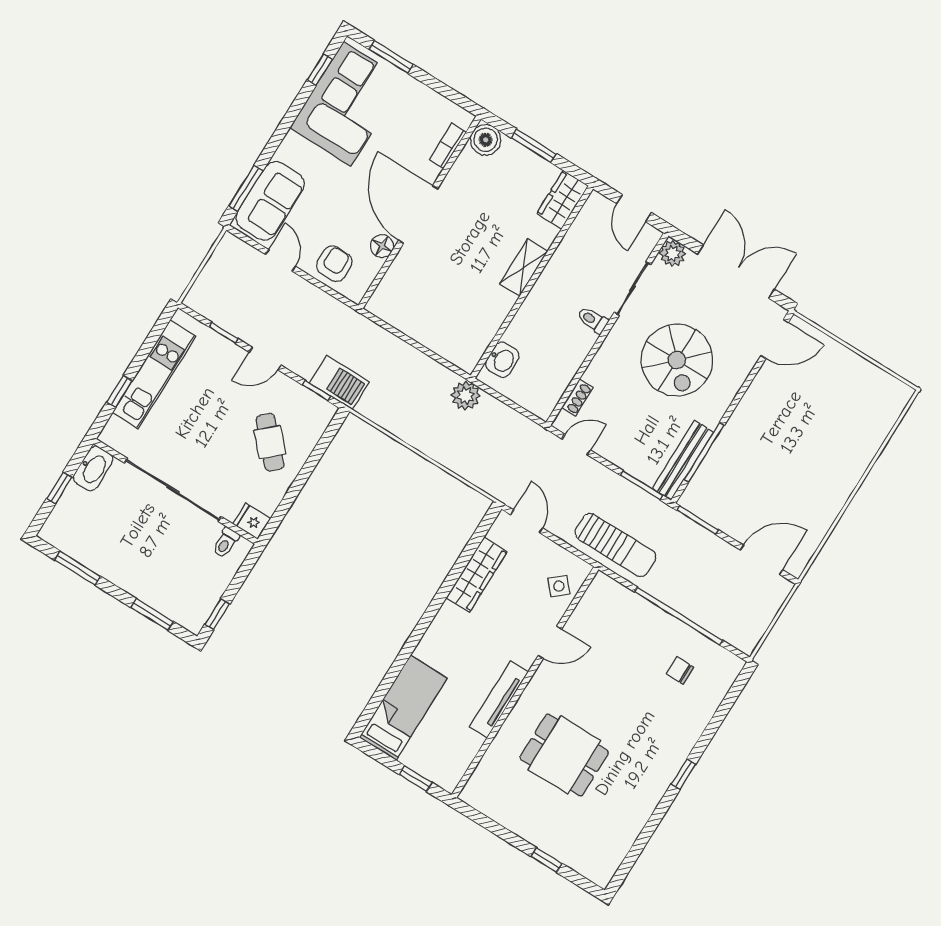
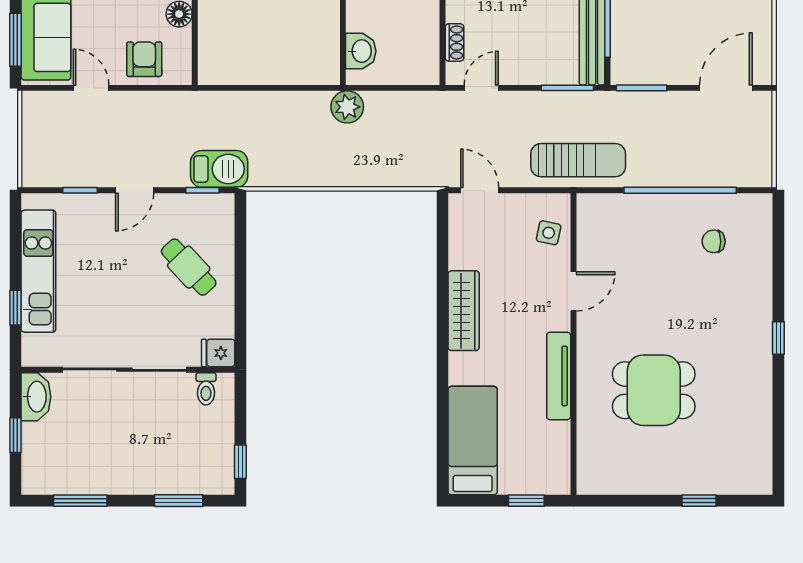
wardrobe: (477, 575) -> (464, 311), moved
side table: (559, 586) -> (549, 233), turned -37

